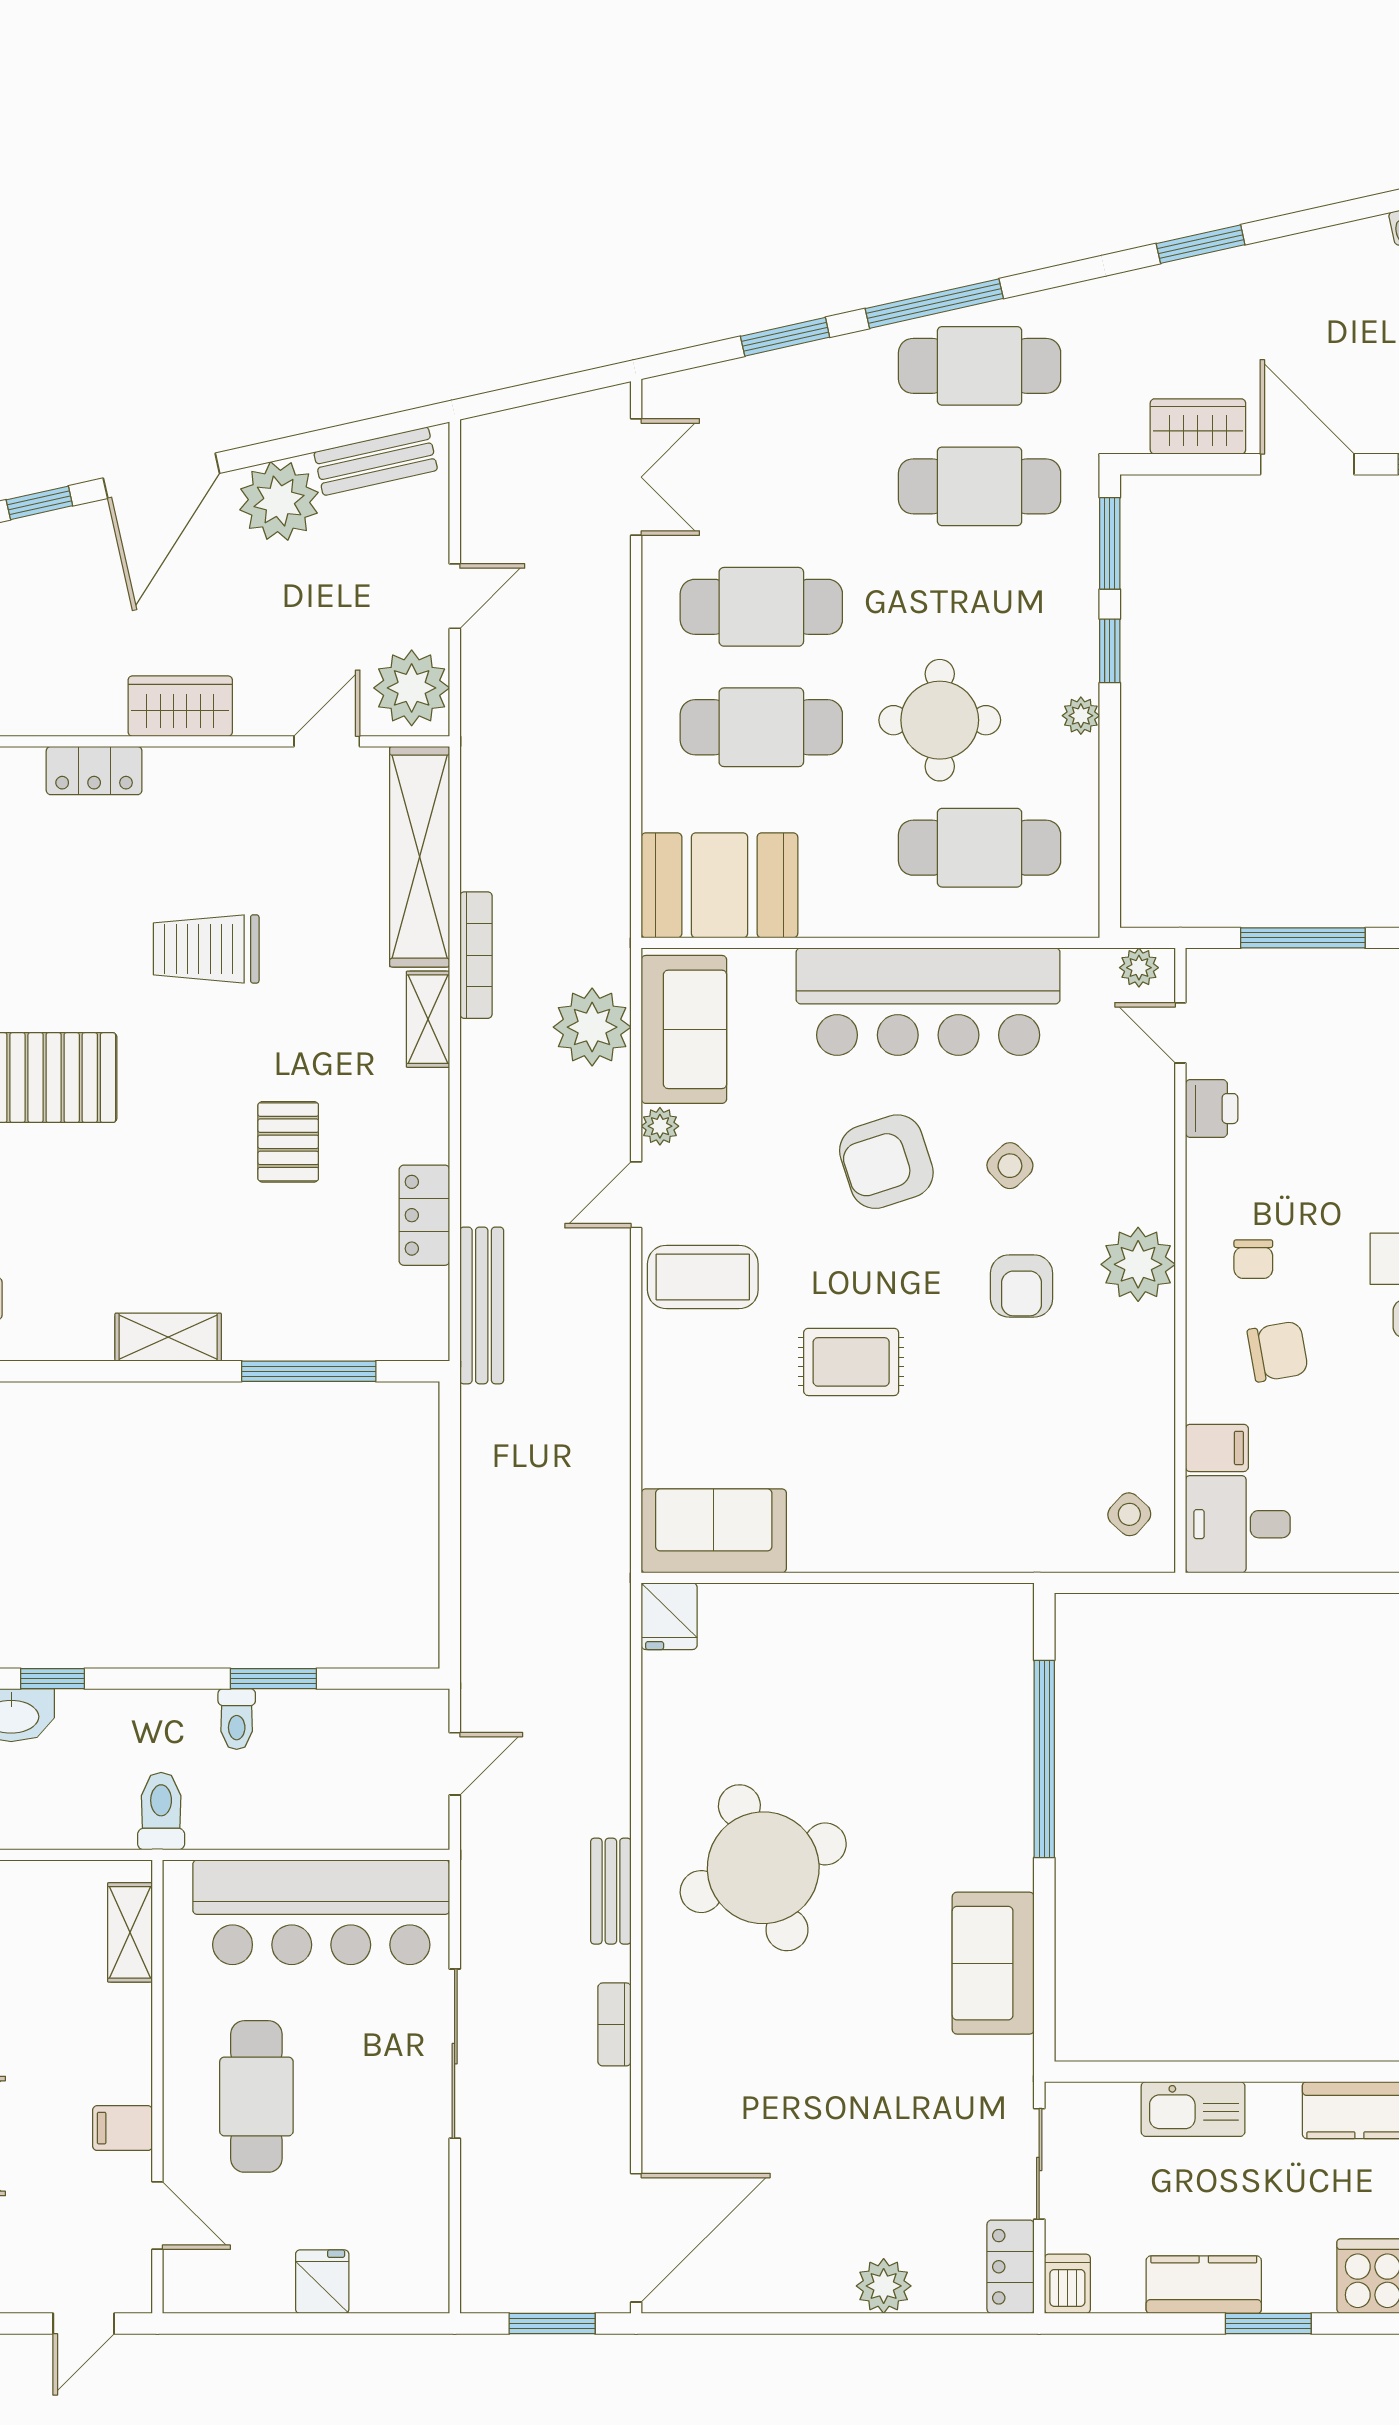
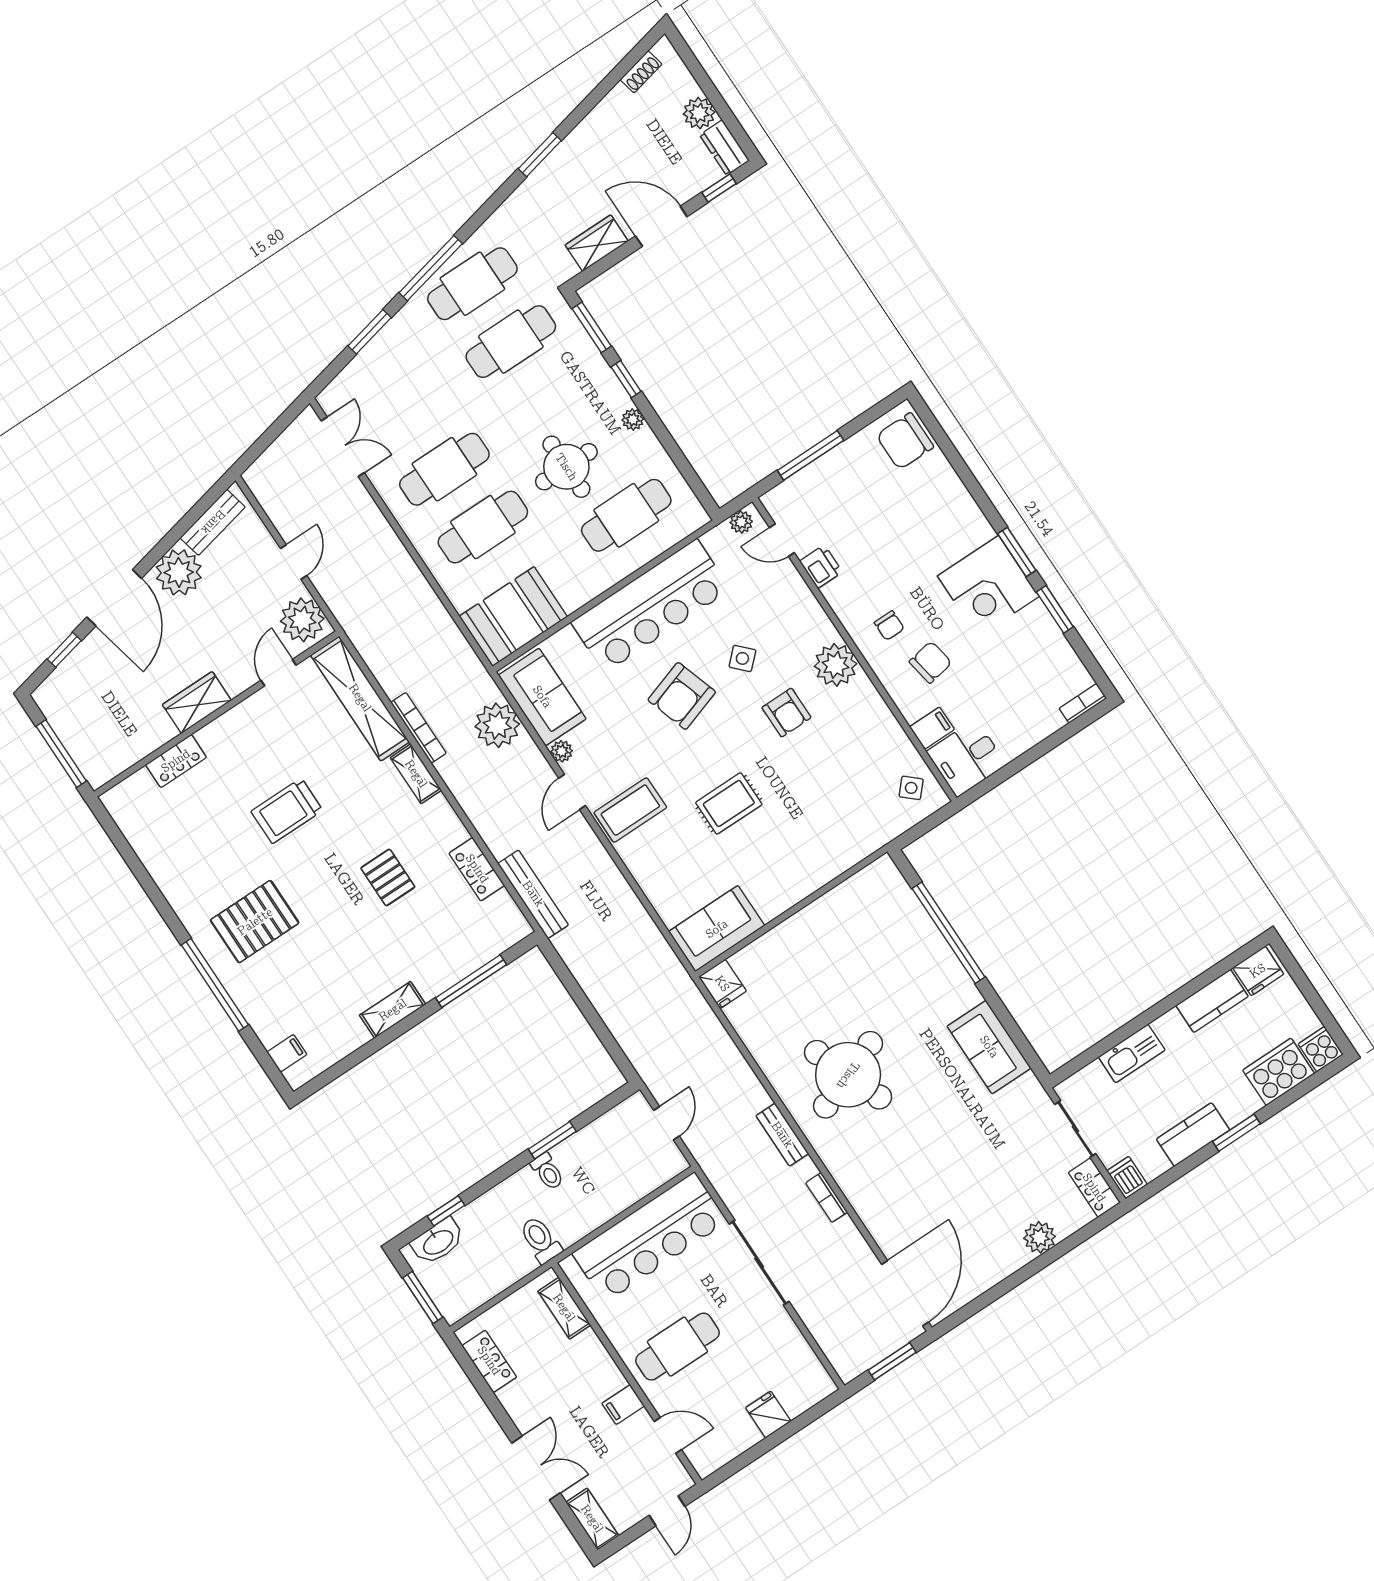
cafe table: (256, 2096) -> (677, 1347), turned 90

